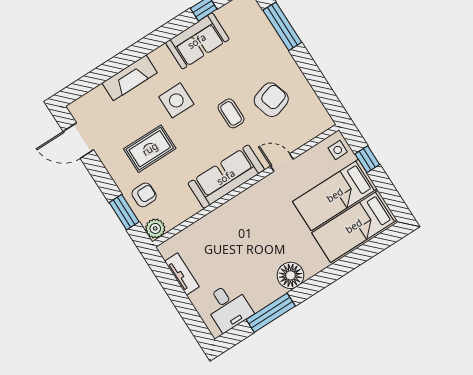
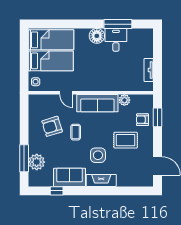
plant: (260, 32) -> (37, 162), added
fireplace: (130, 78) -> (101, 180), moved
window: (367, 159) -> (24, 68), removed
plant: (155, 228) -> (124, 100), moved
desk: (228, 307) -> (116, 40), moved

